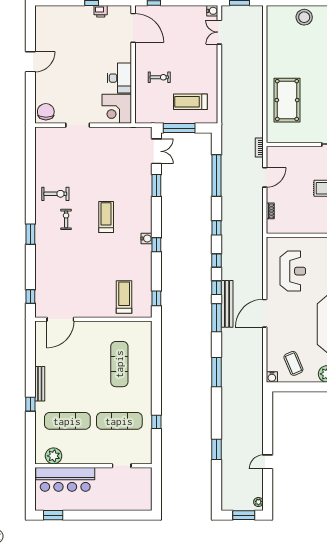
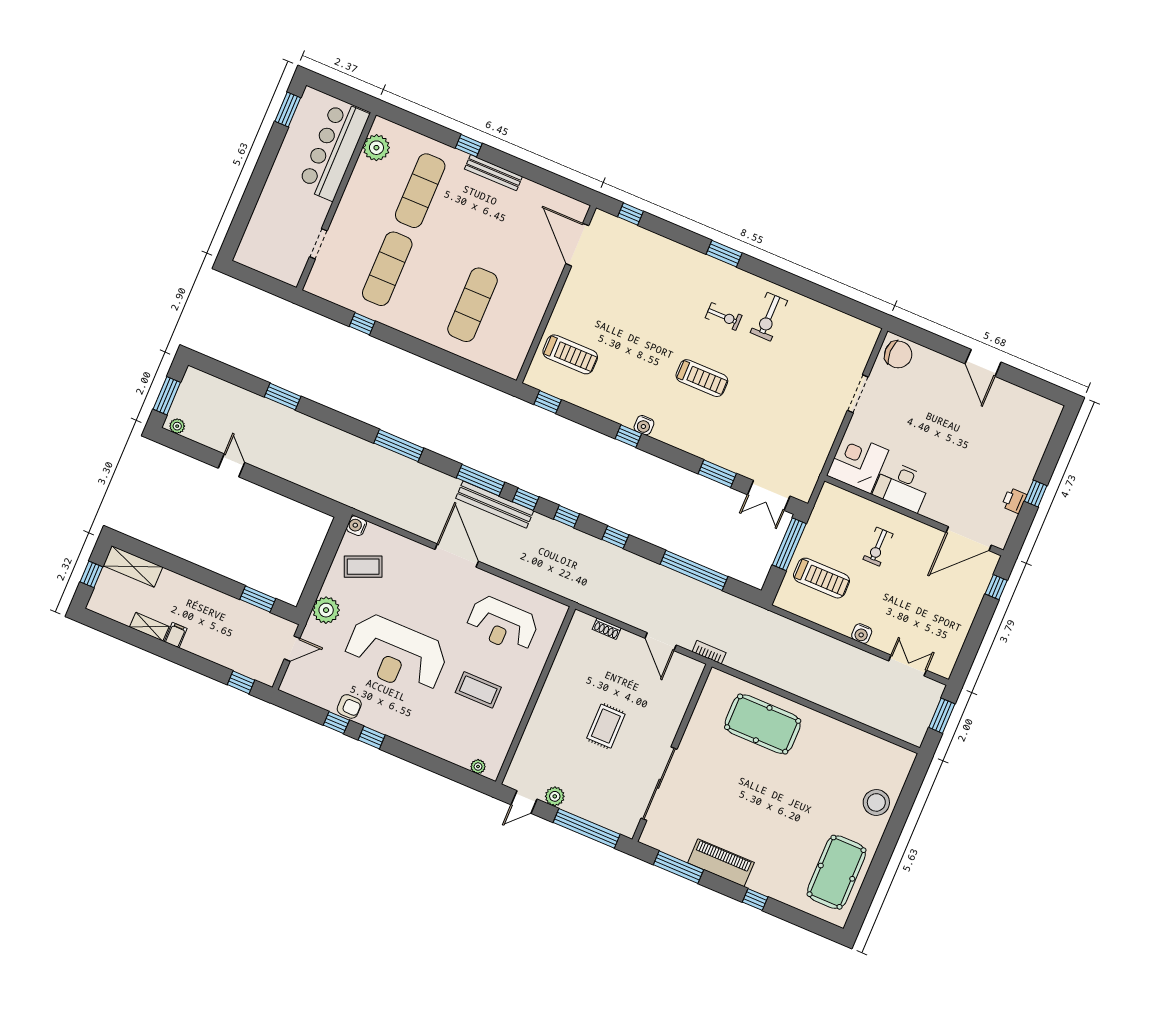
water cooler: (212, 11) -> (862, 634), moved
treadmill: (190, 102) -> (822, 578), turned 90
exercise mat: (119, 364) -> (472, 305), turned 90

